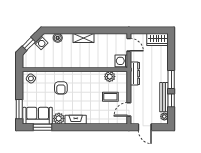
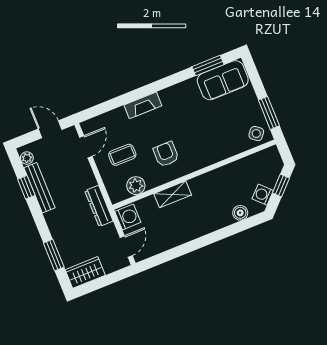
shelving: (83, 38) -> (173, 194), moved
door: (129, 45) -> (126, 246), swing flipped
window: (171, 80) -> (54, 255), moved
armchair: (61, 88) -> (166, 154), moved
window: (19, 109) -> (269, 113), moved
plant: (59, 118) -> (188, 89), removed
fireplace: (76, 120) -> (143, 105), moved

